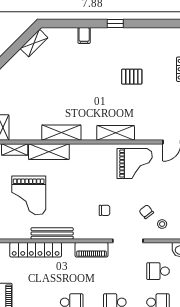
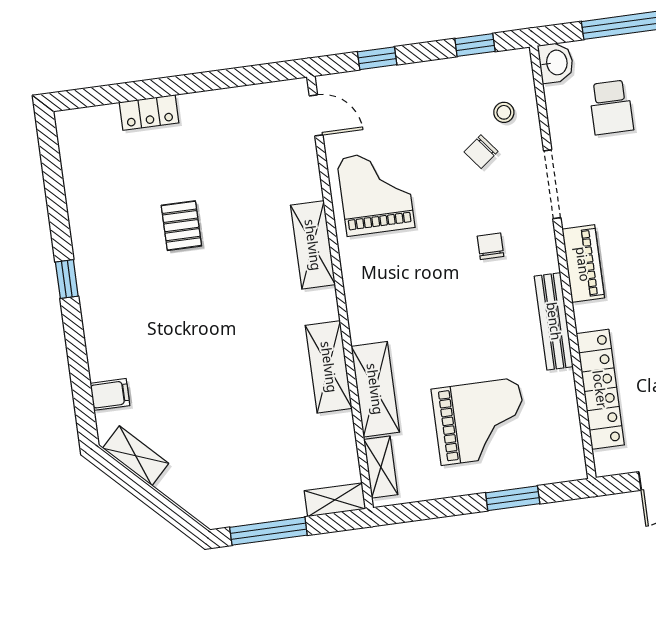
filing cabinet: (84, 36) -> (110, 394), moved
bench: (52, 233) -> (554, 321), moved

